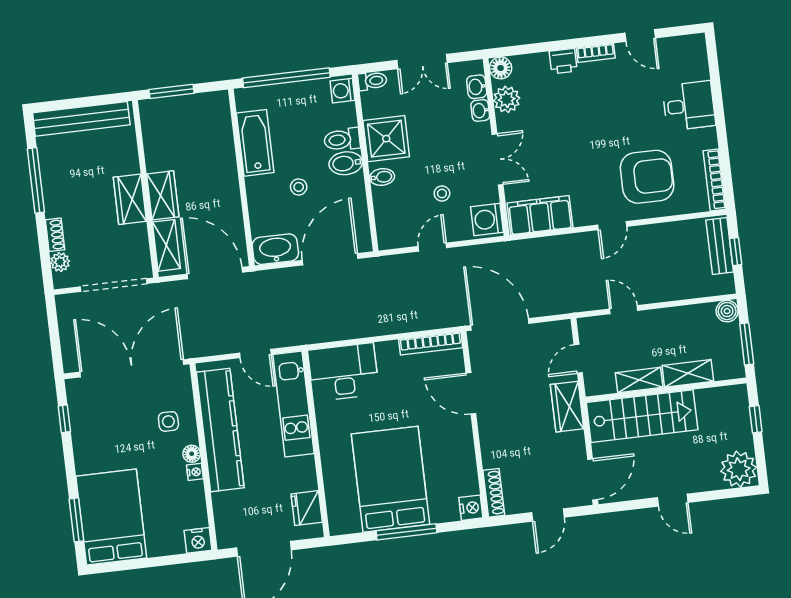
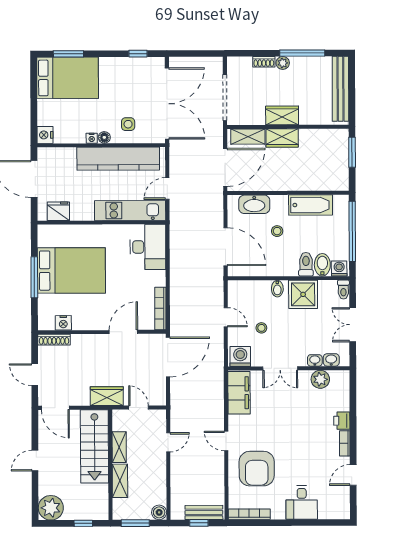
floor lamp: (501, 68) -> (342, 378), removed
bidet: (346, 163) -> (322, 265), moved
washbasin: (275, 249) -> (254, 204), moved, turned 90
plant: (60, 262) -> (283, 63), moved
nightstand: (471, 508) -> (63, 323), moved

